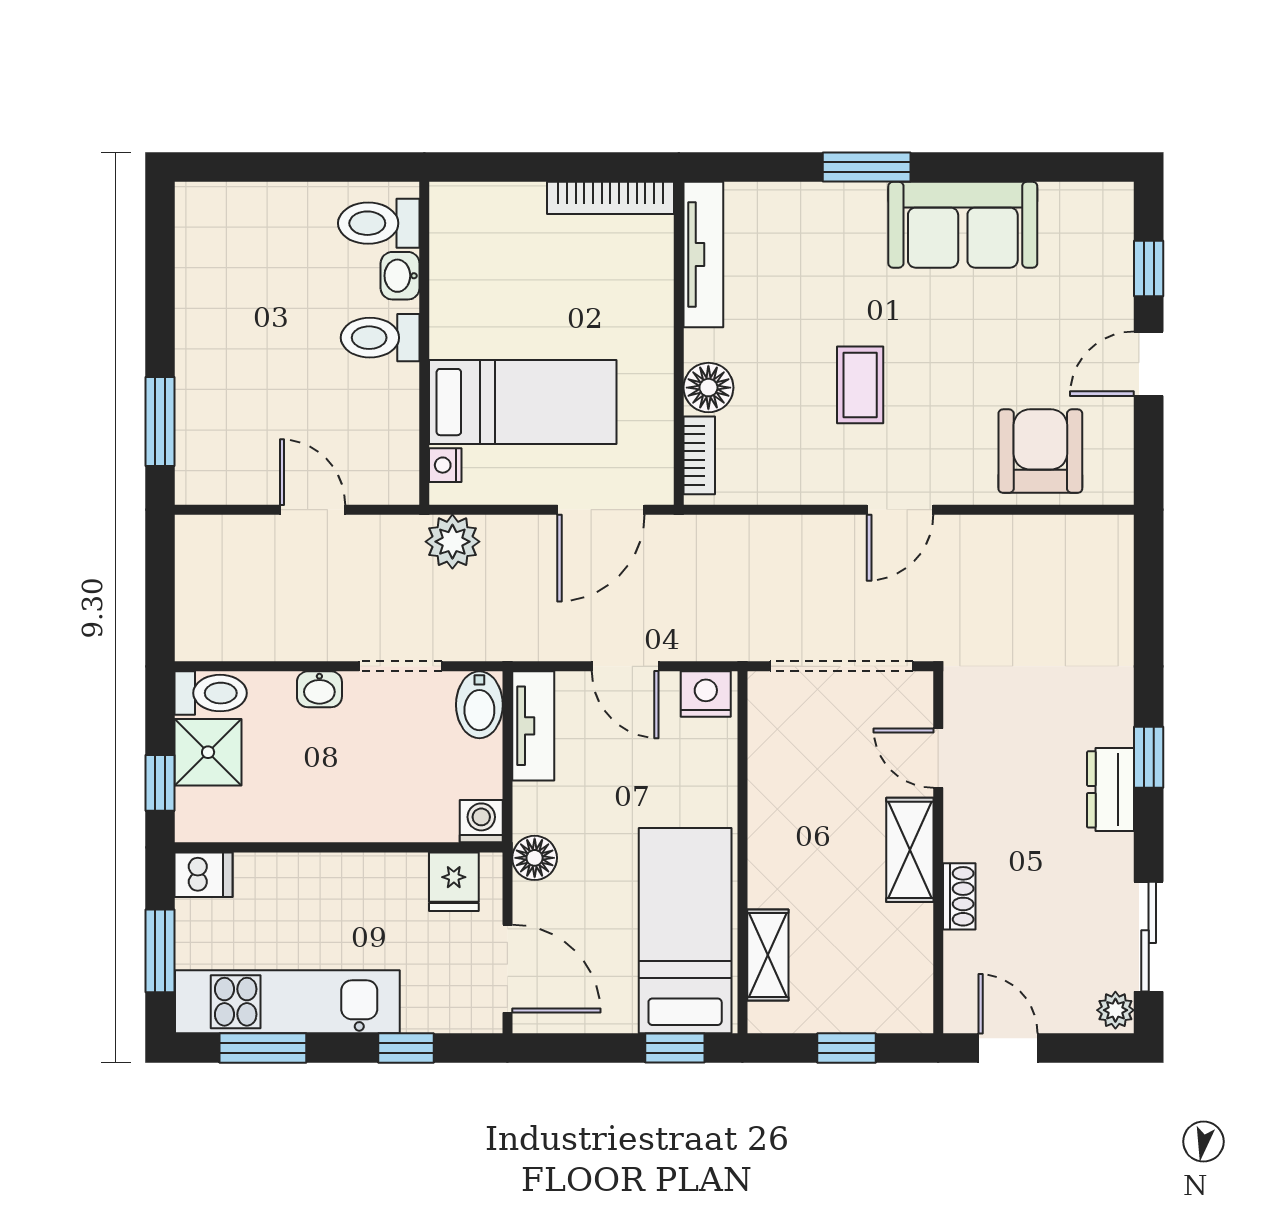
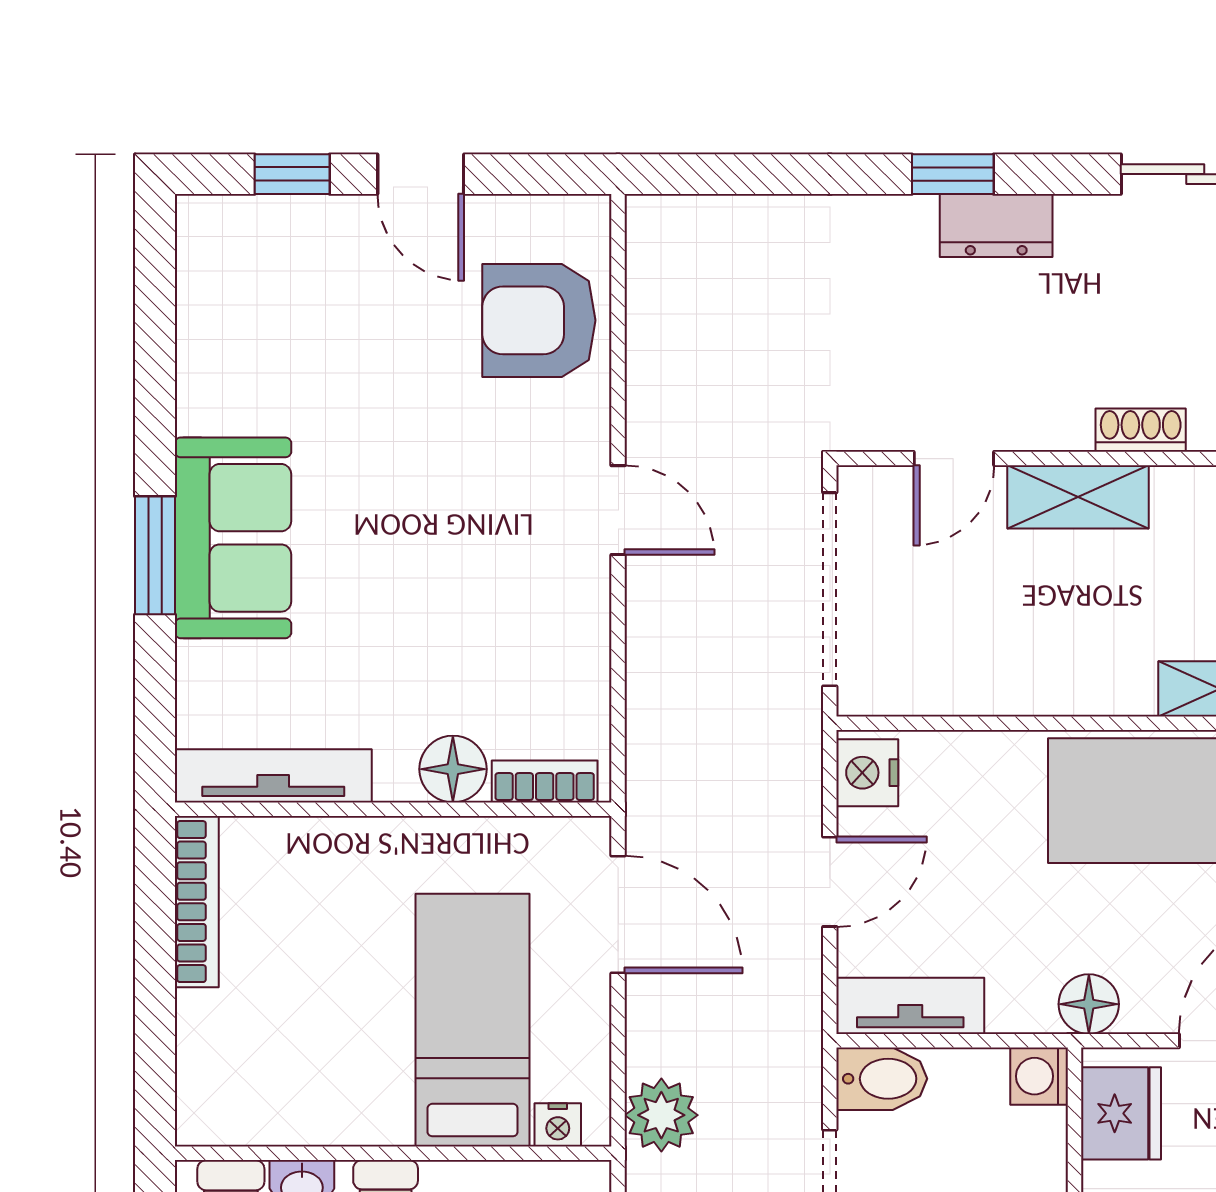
sofa: (963, 225) -> (233, 538), moved
coffee table: (860, 385) -> (450, 564), removed
fridge: (454, 882) -> (1121, 1113), width x1.38

